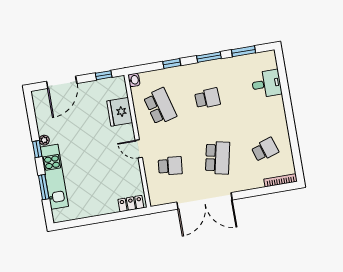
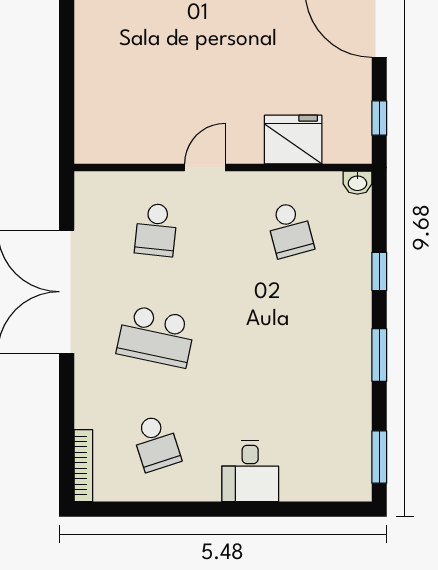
window: (243, 51) -> (379, 457), moved
desk: (267, 84) -> (250, 471), moved
school desk: (207, 98) -> (290, 336), removed
school desk: (160, 106) -> (290, 230), width x0.54
locker: (131, 204) -> (88, 130), removed

